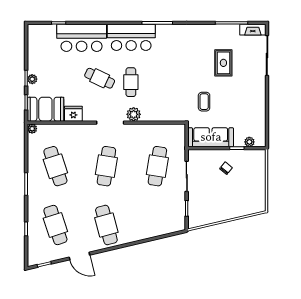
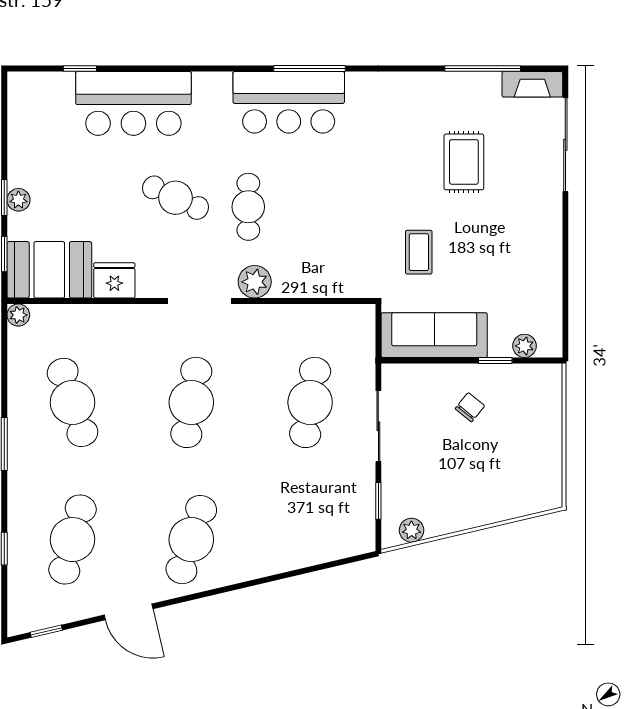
bar counter: (131, 37) -> (289, 102), moved
plant: (201, 221) -> (412, 530), added
cafe table: (55, 225) -> (73, 540), turned 33
cafe table: (106, 225) -> (191, 540), turned 33

